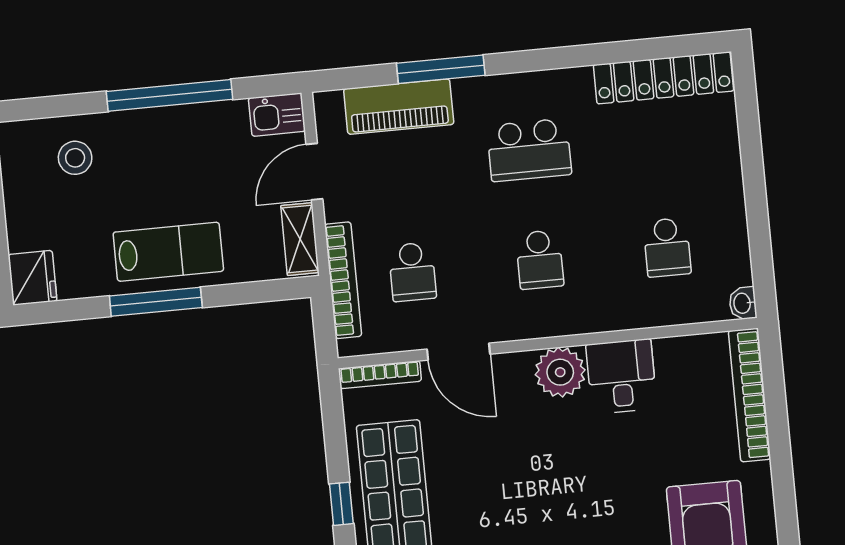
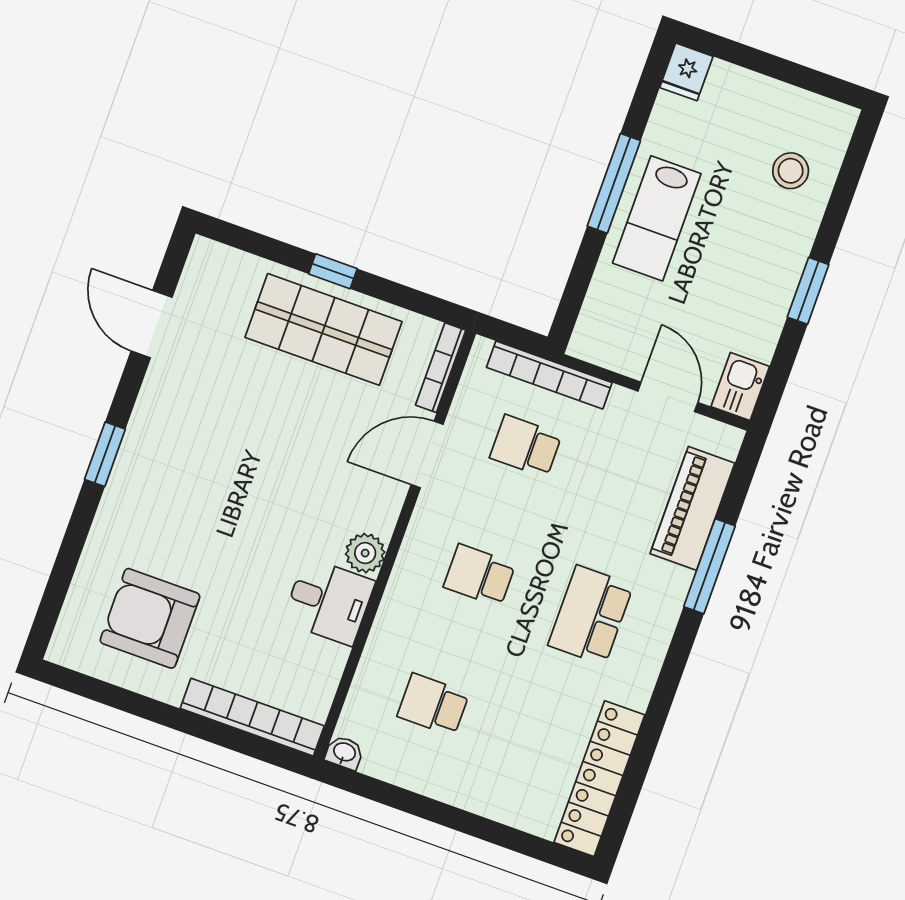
window: (170, 95) -> (808, 291), width x0.47
shelving: (300, 239) -> (609, 352), removed
fridge: (32, 278) -> (686, 72), width x0.72
plant: (560, 372) -> (365, 553), width x0.73, depth x0.73

